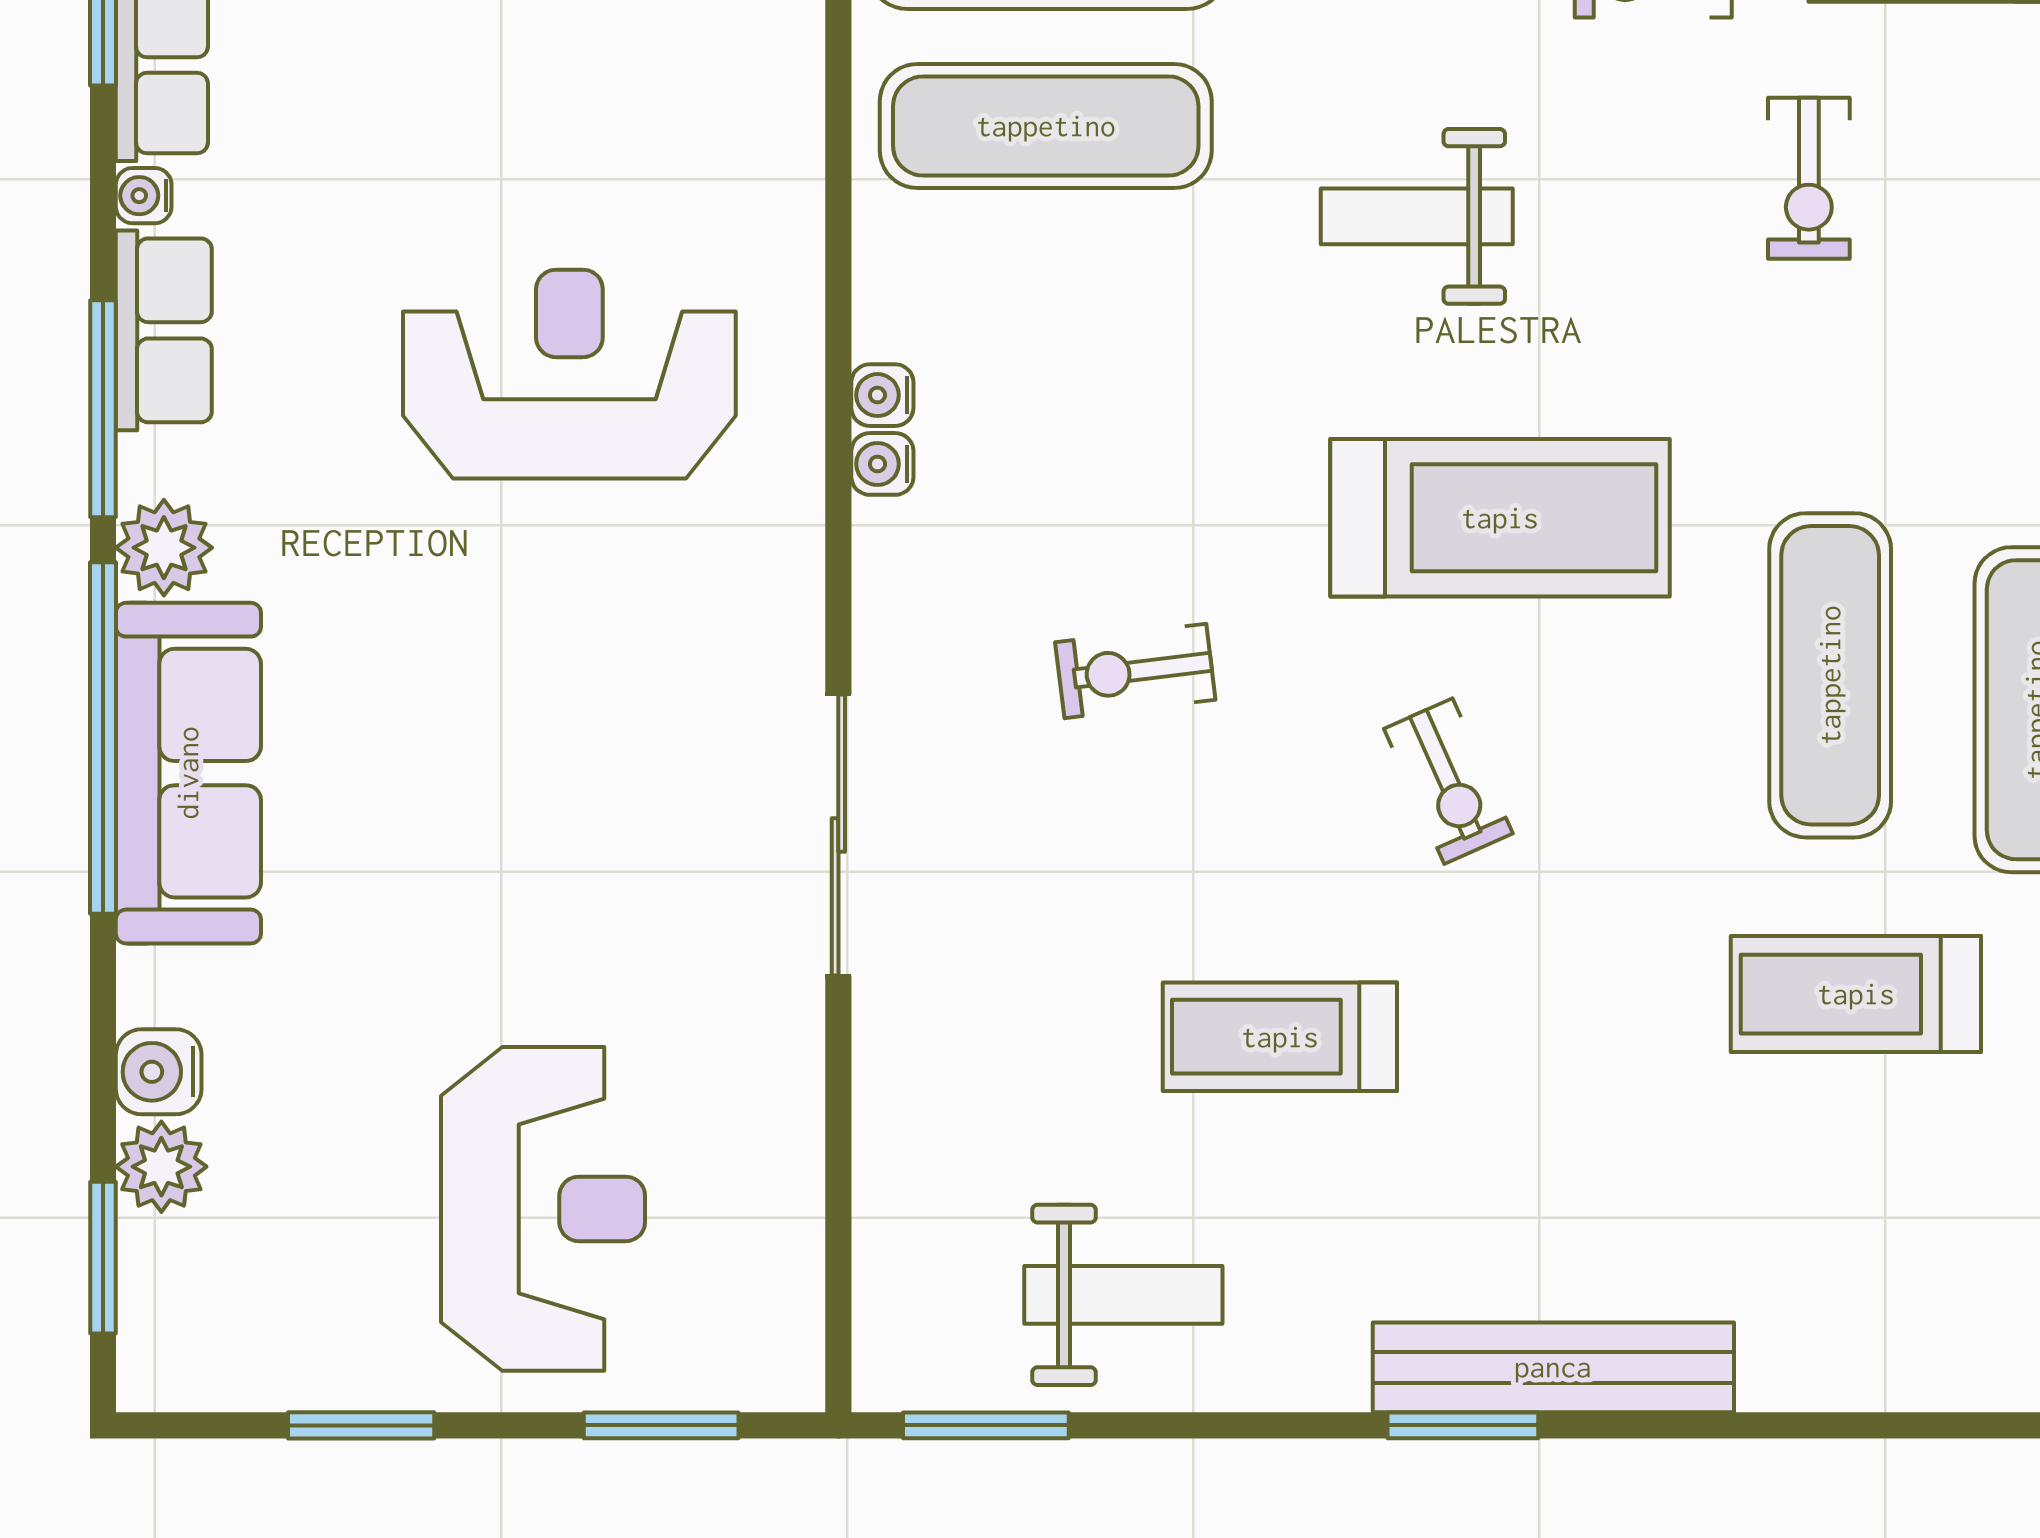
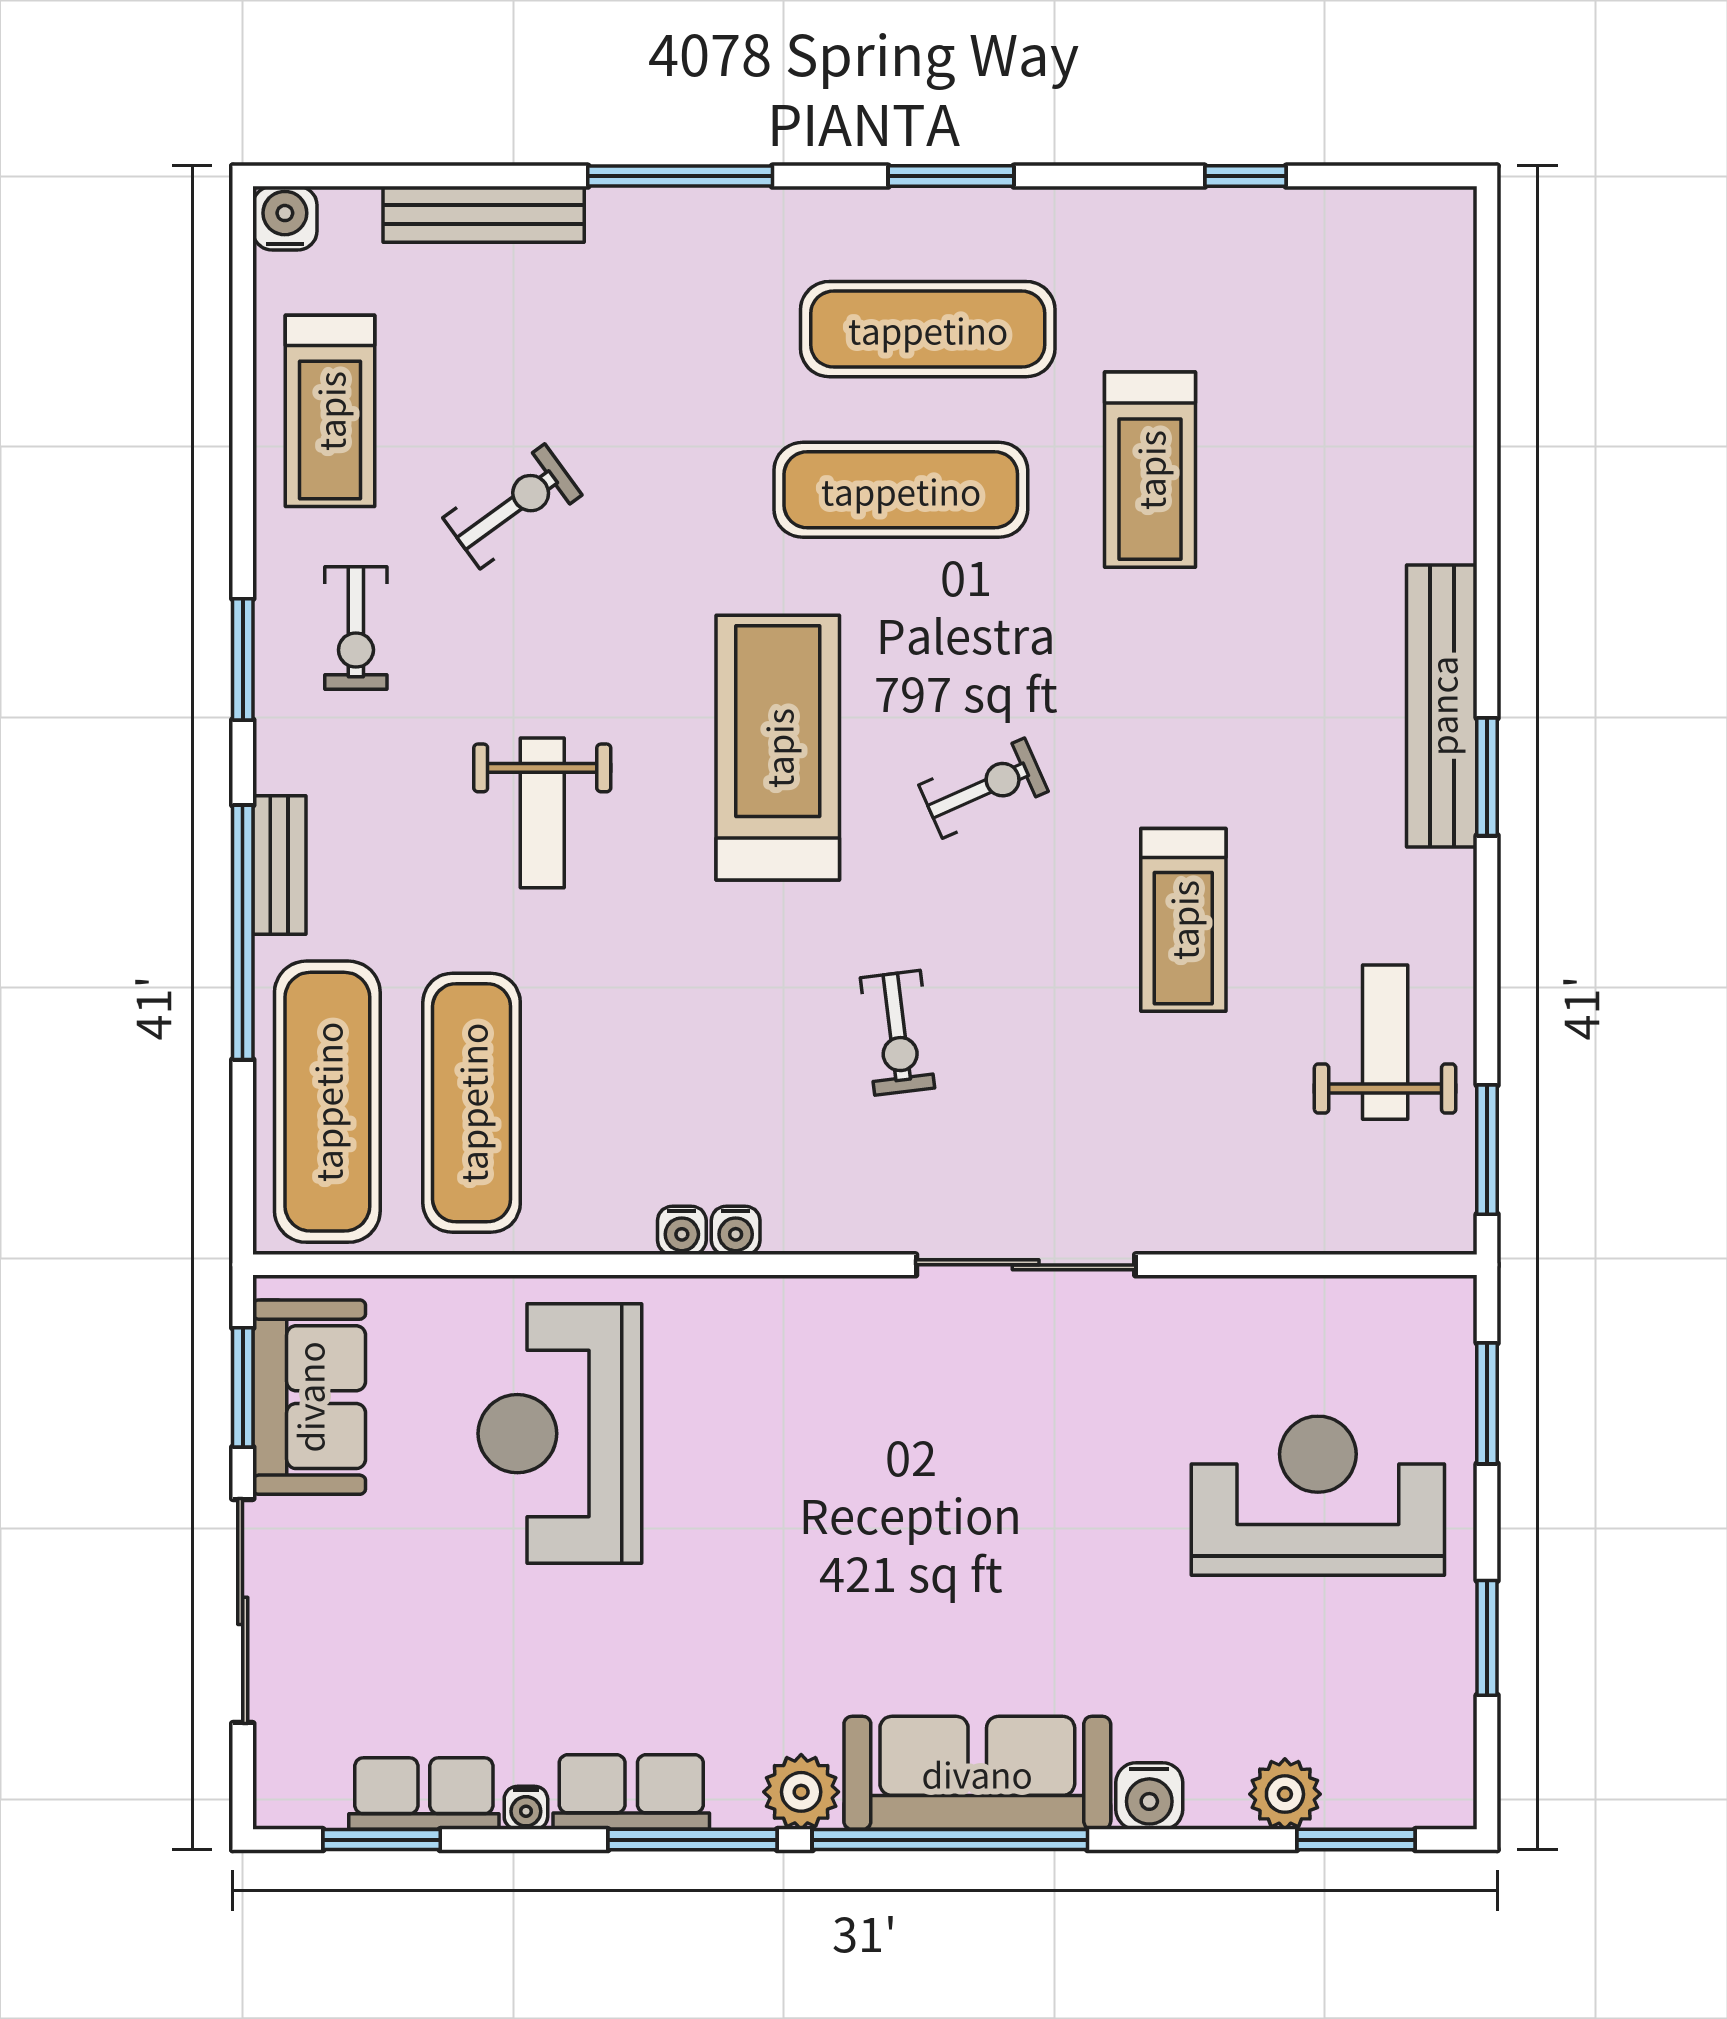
exercise bike: (1809, 178) -> (512, 506), turned -36
reception desk: (569, 374) -> (560, 1434), moved
water cooler: (159, 1072) -> (1149, 1796), moved

